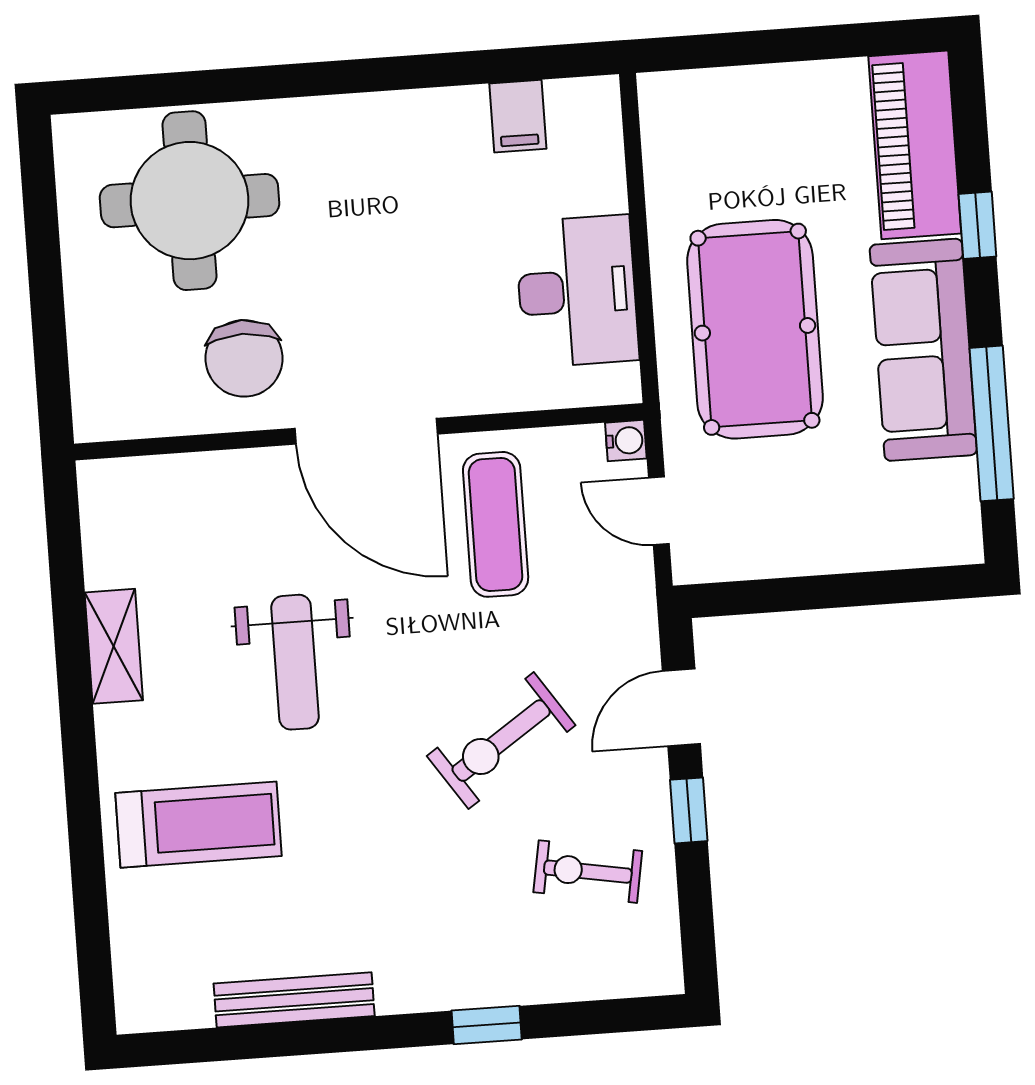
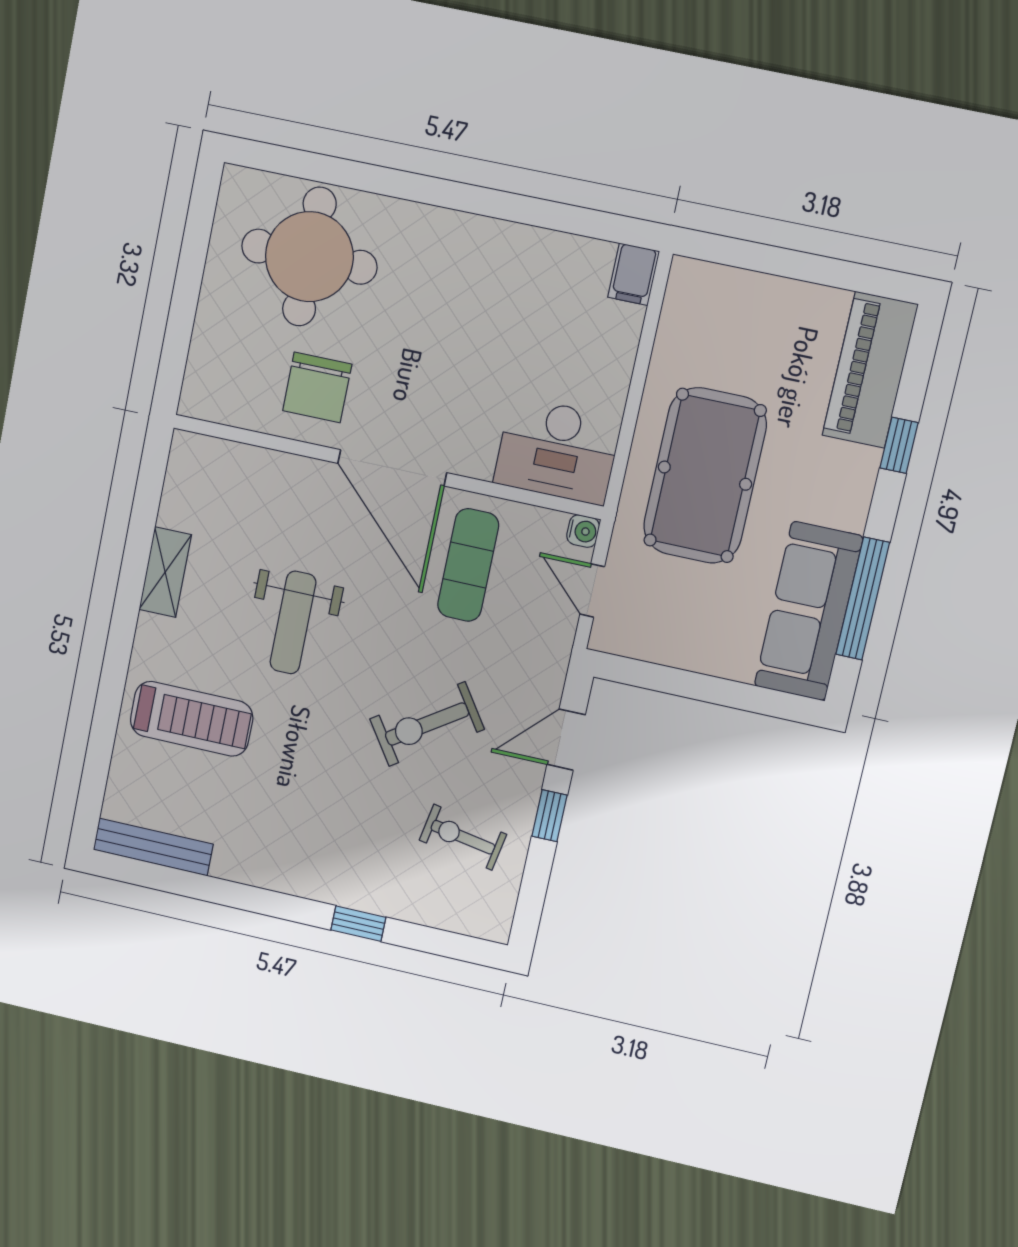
filing cabinet: (518, 116) -> (634, 274), moved
desk: (577, 291) -> (558, 451), moved, turned 90
sofa: (923, 350) -> (809, 611), moved
bench: (294, 1000) -> (153, 847), moved

